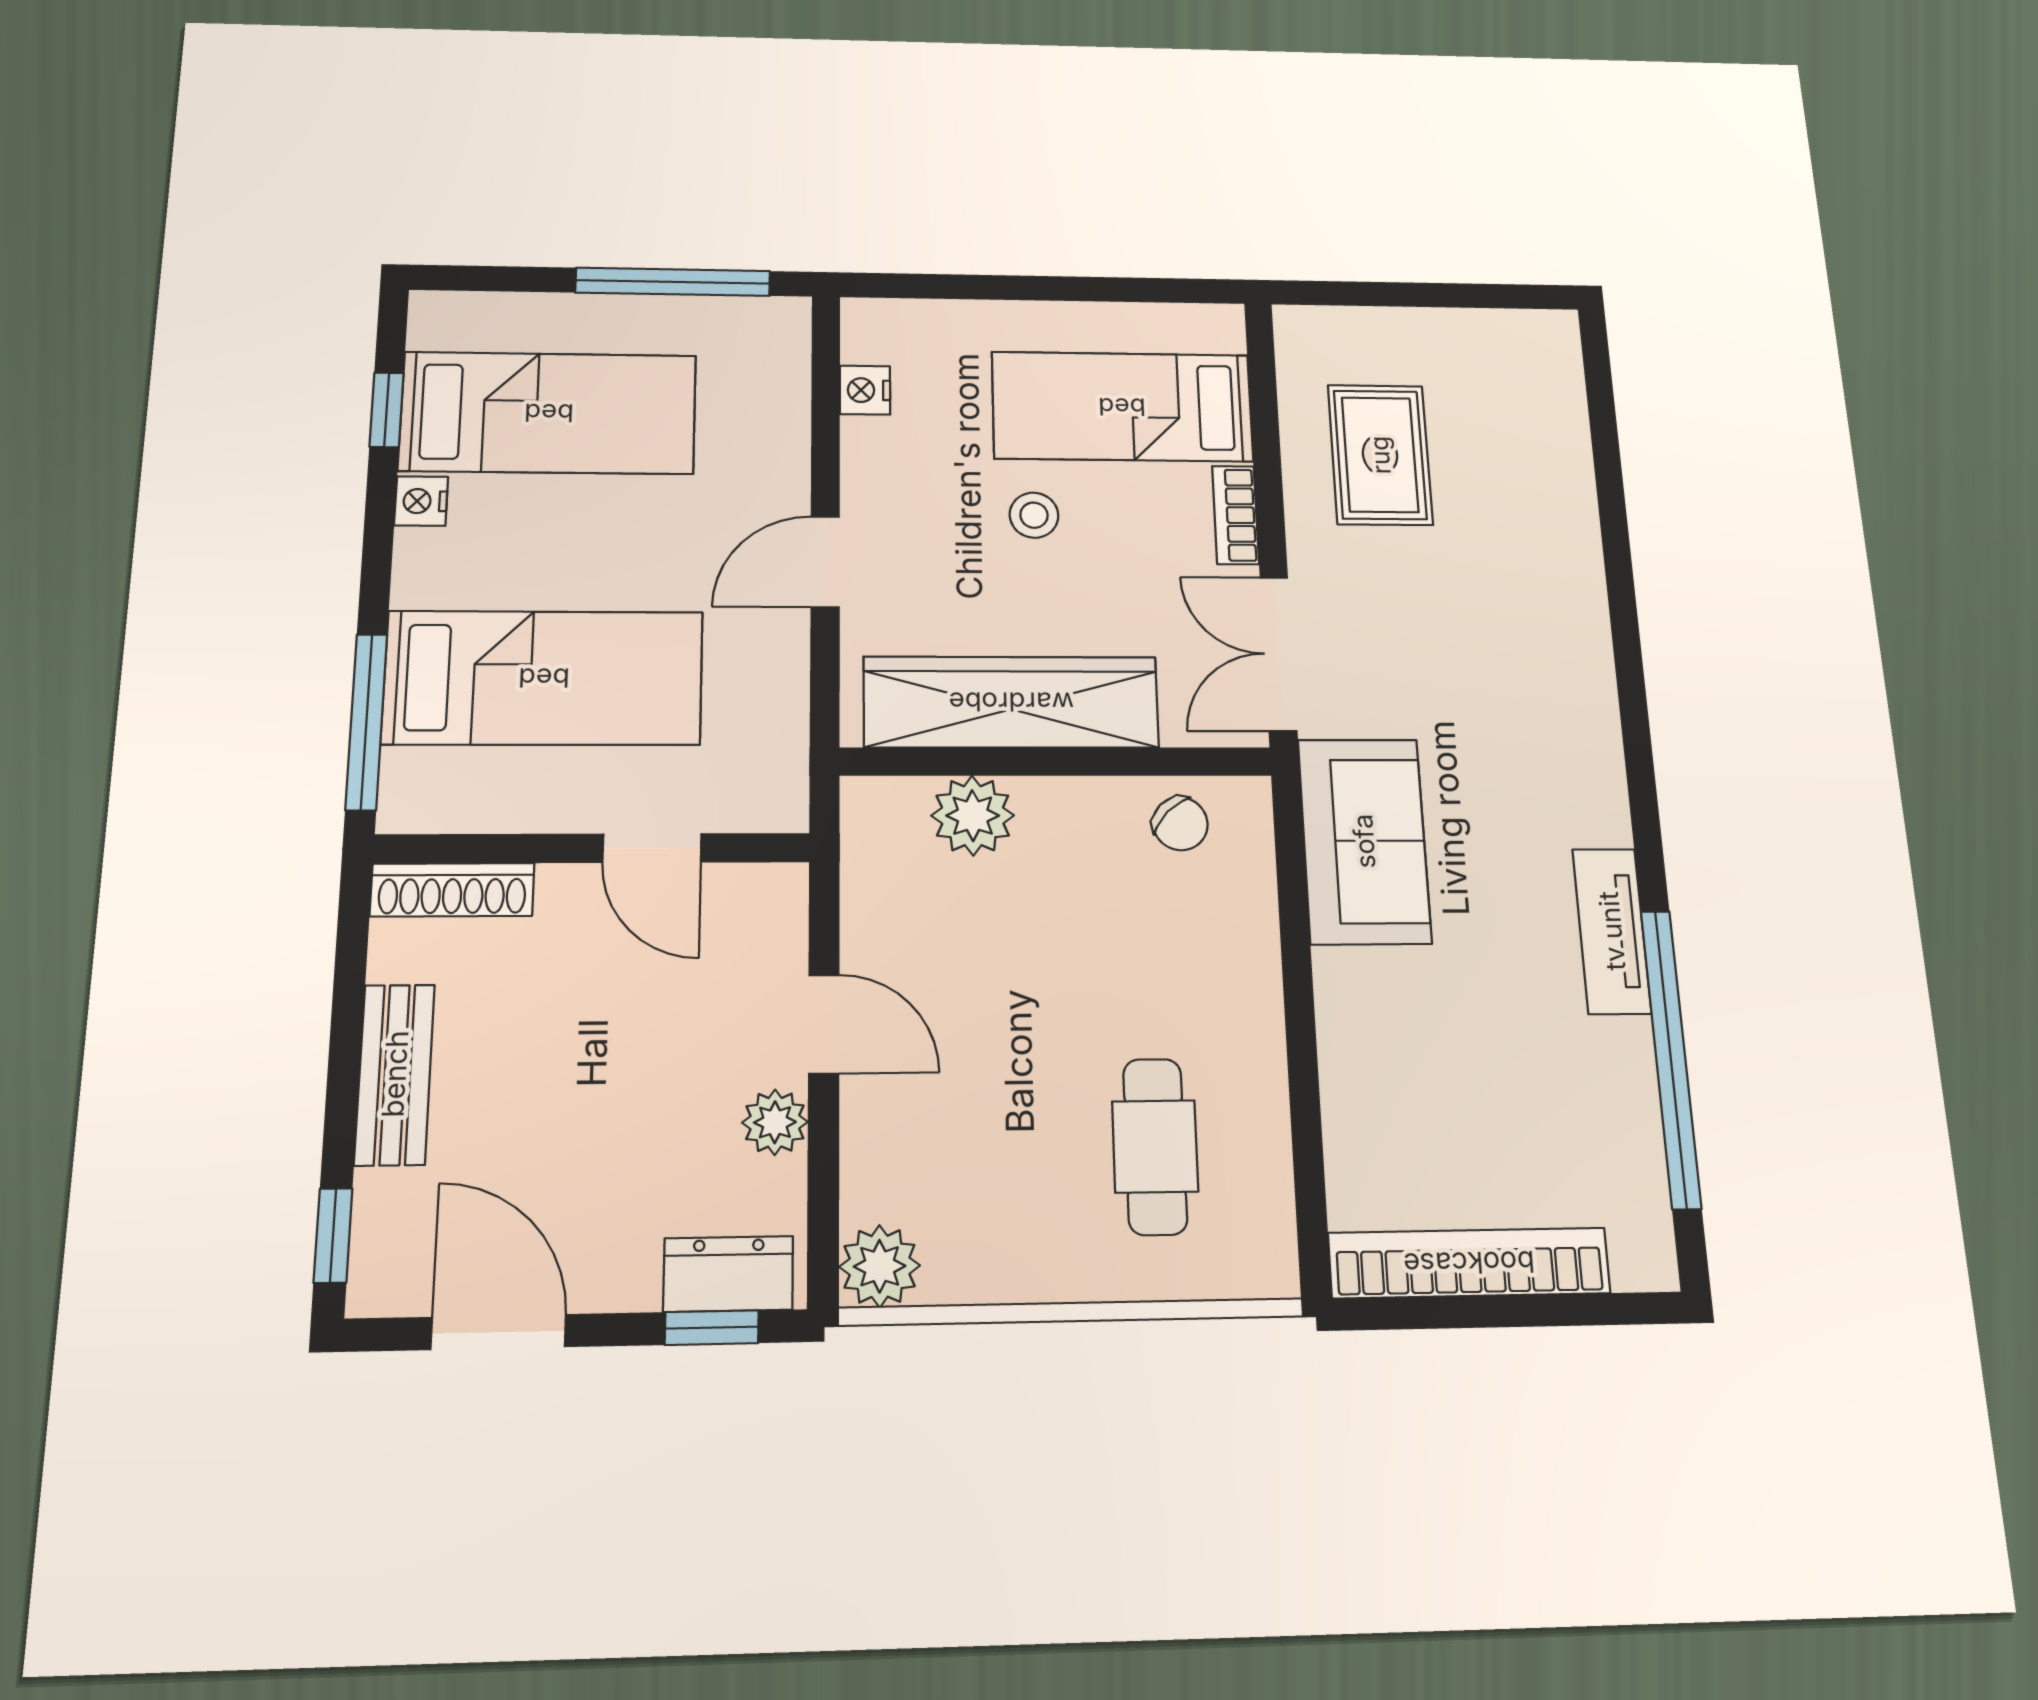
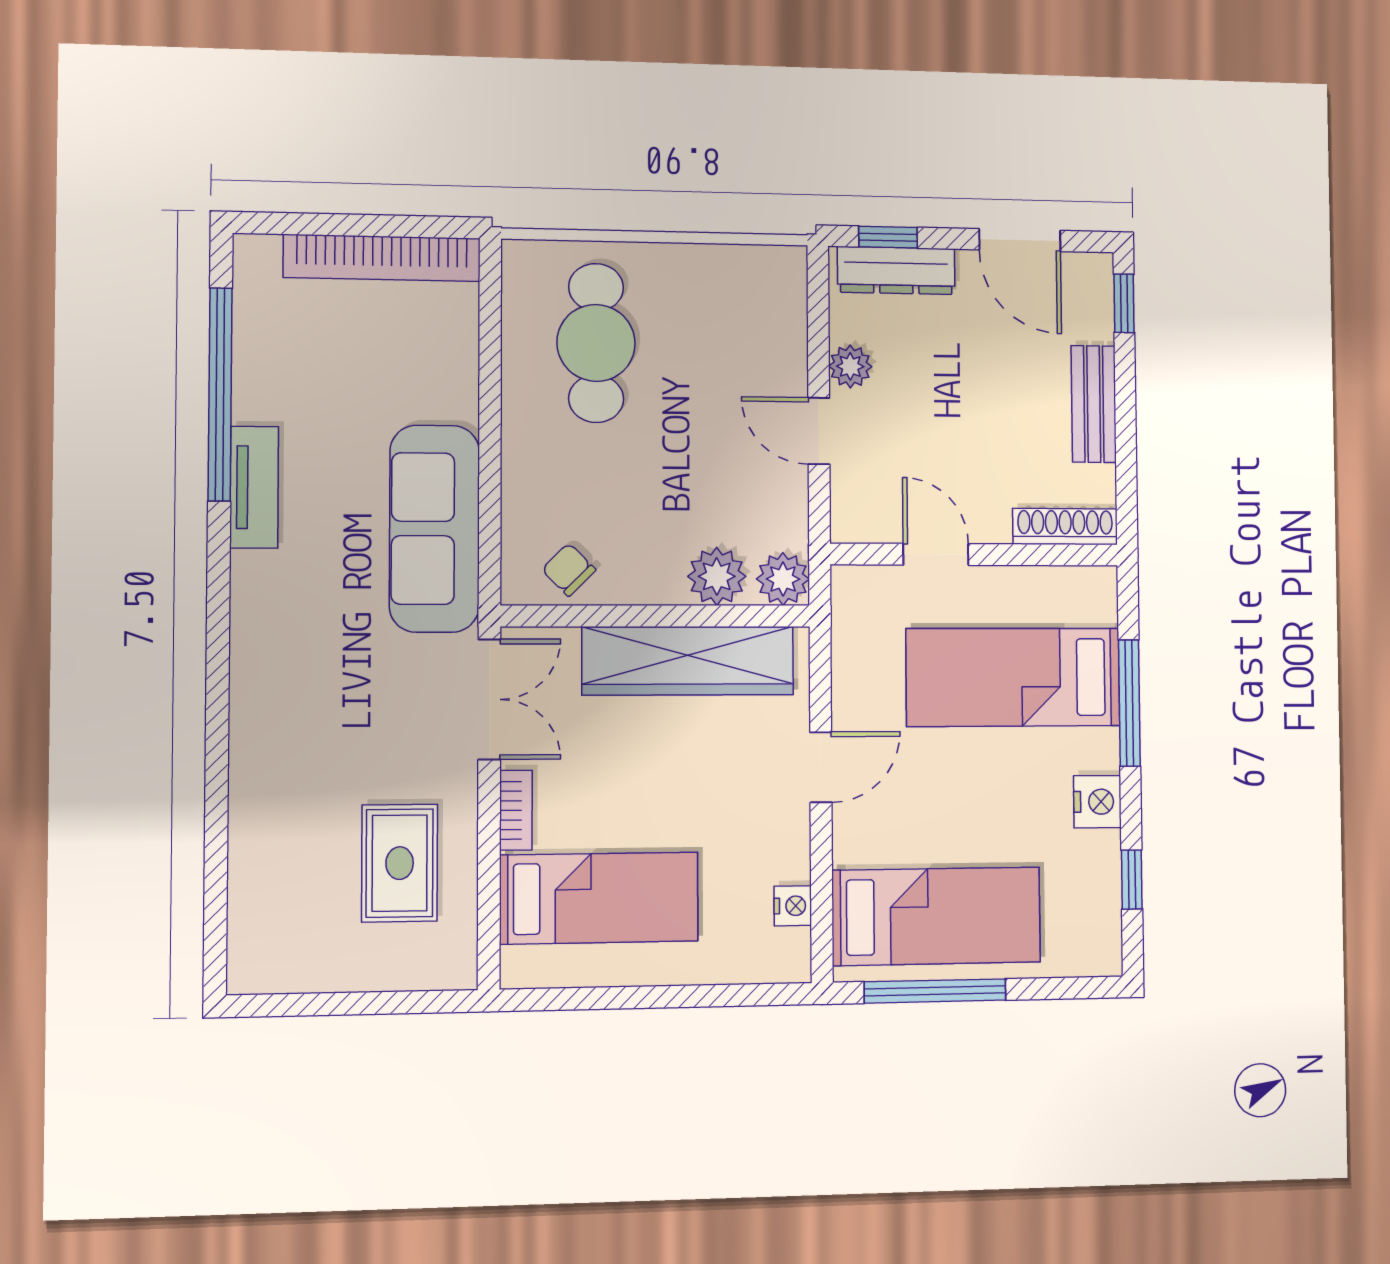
bed: (549, 413) -> (936, 916), moved, turned 180
nightstand: (421, 501) -> (1097, 802), width x1.39, depth x1.35
stool: (1034, 515) -> (668, 807), removed
window: (366, 722) -> (1129, 703), moved
sofa: (1364, 841) -> (434, 529), width x1.36
cafe table: (1155, 1146) -> (596, 343), width x1.37, depth x1.35
plant: (880, 1266) -> (783, 579), moved
dresser: (728, 1274) -> (896, 270), width x1.44

